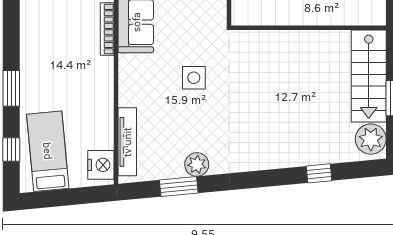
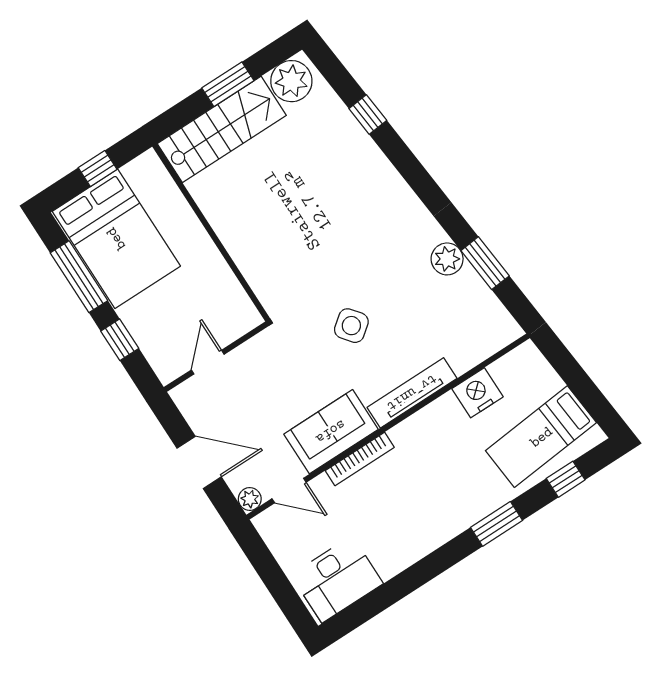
side table: (194, 78) -> (351, 326), turned -38
tv unit: (127, 142) -> (412, 393), moved
nightstand: (101, 165) -> (477, 393), moved

